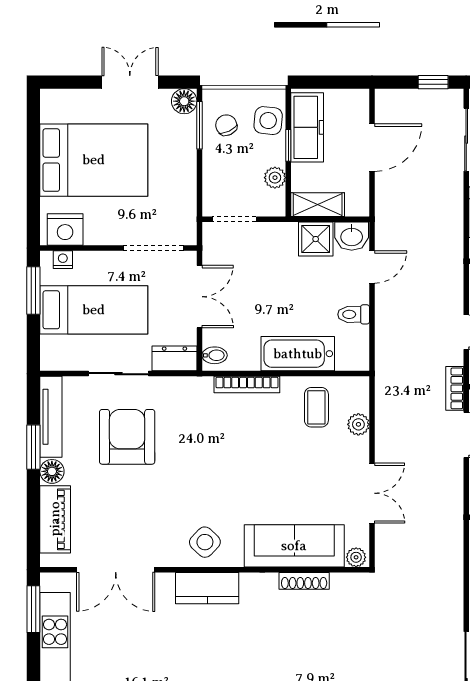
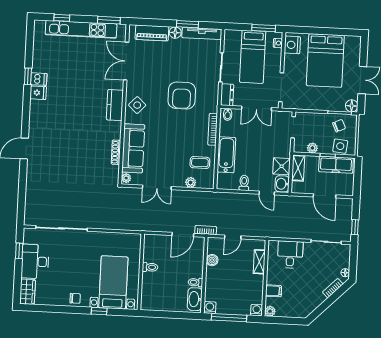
armchair: (127, 437) -> (182, 95), moved, turned 90

